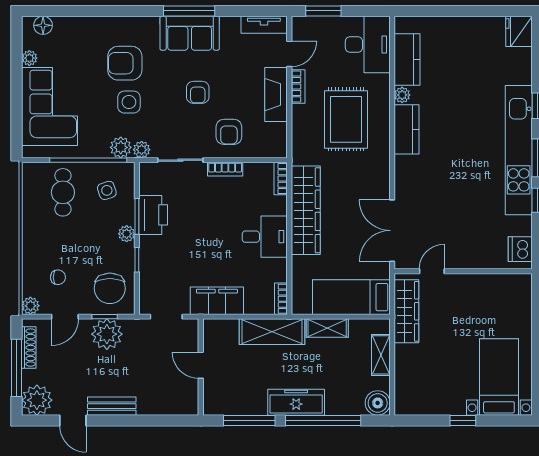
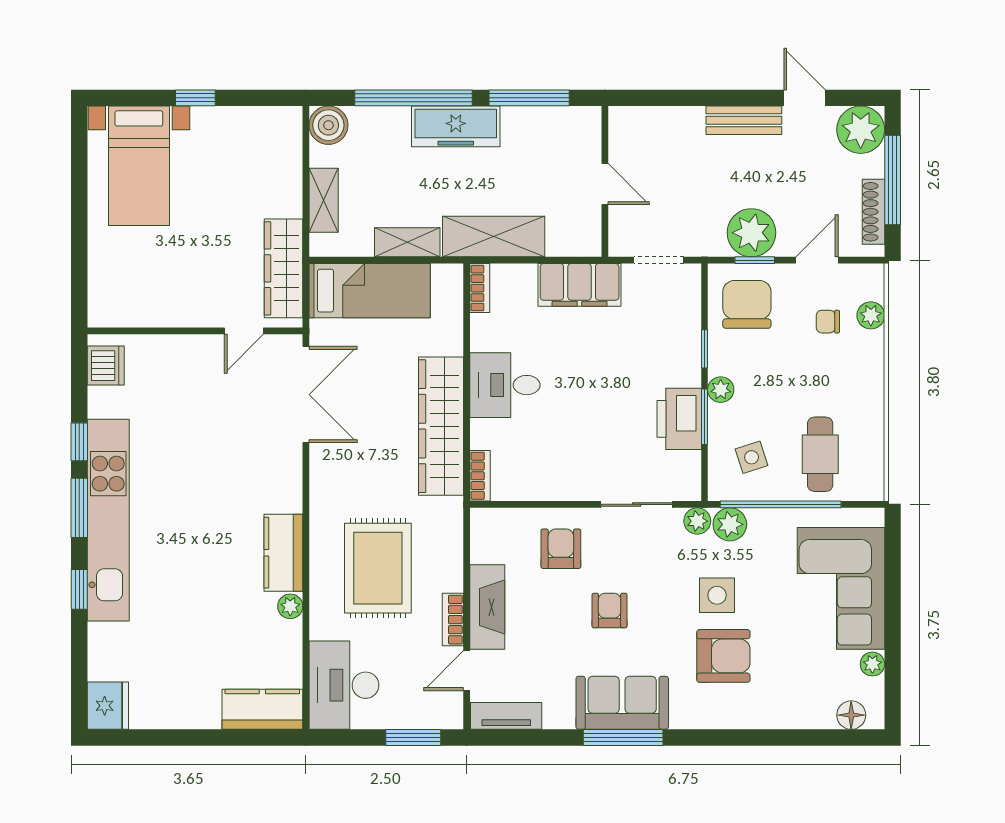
kitchen counter: (407, 60) -> (262, 709), moved, turned 90
bookcase: (225, 169) -> (567, 490), removed
plant: (30, 306) -> (871, 315), moved

